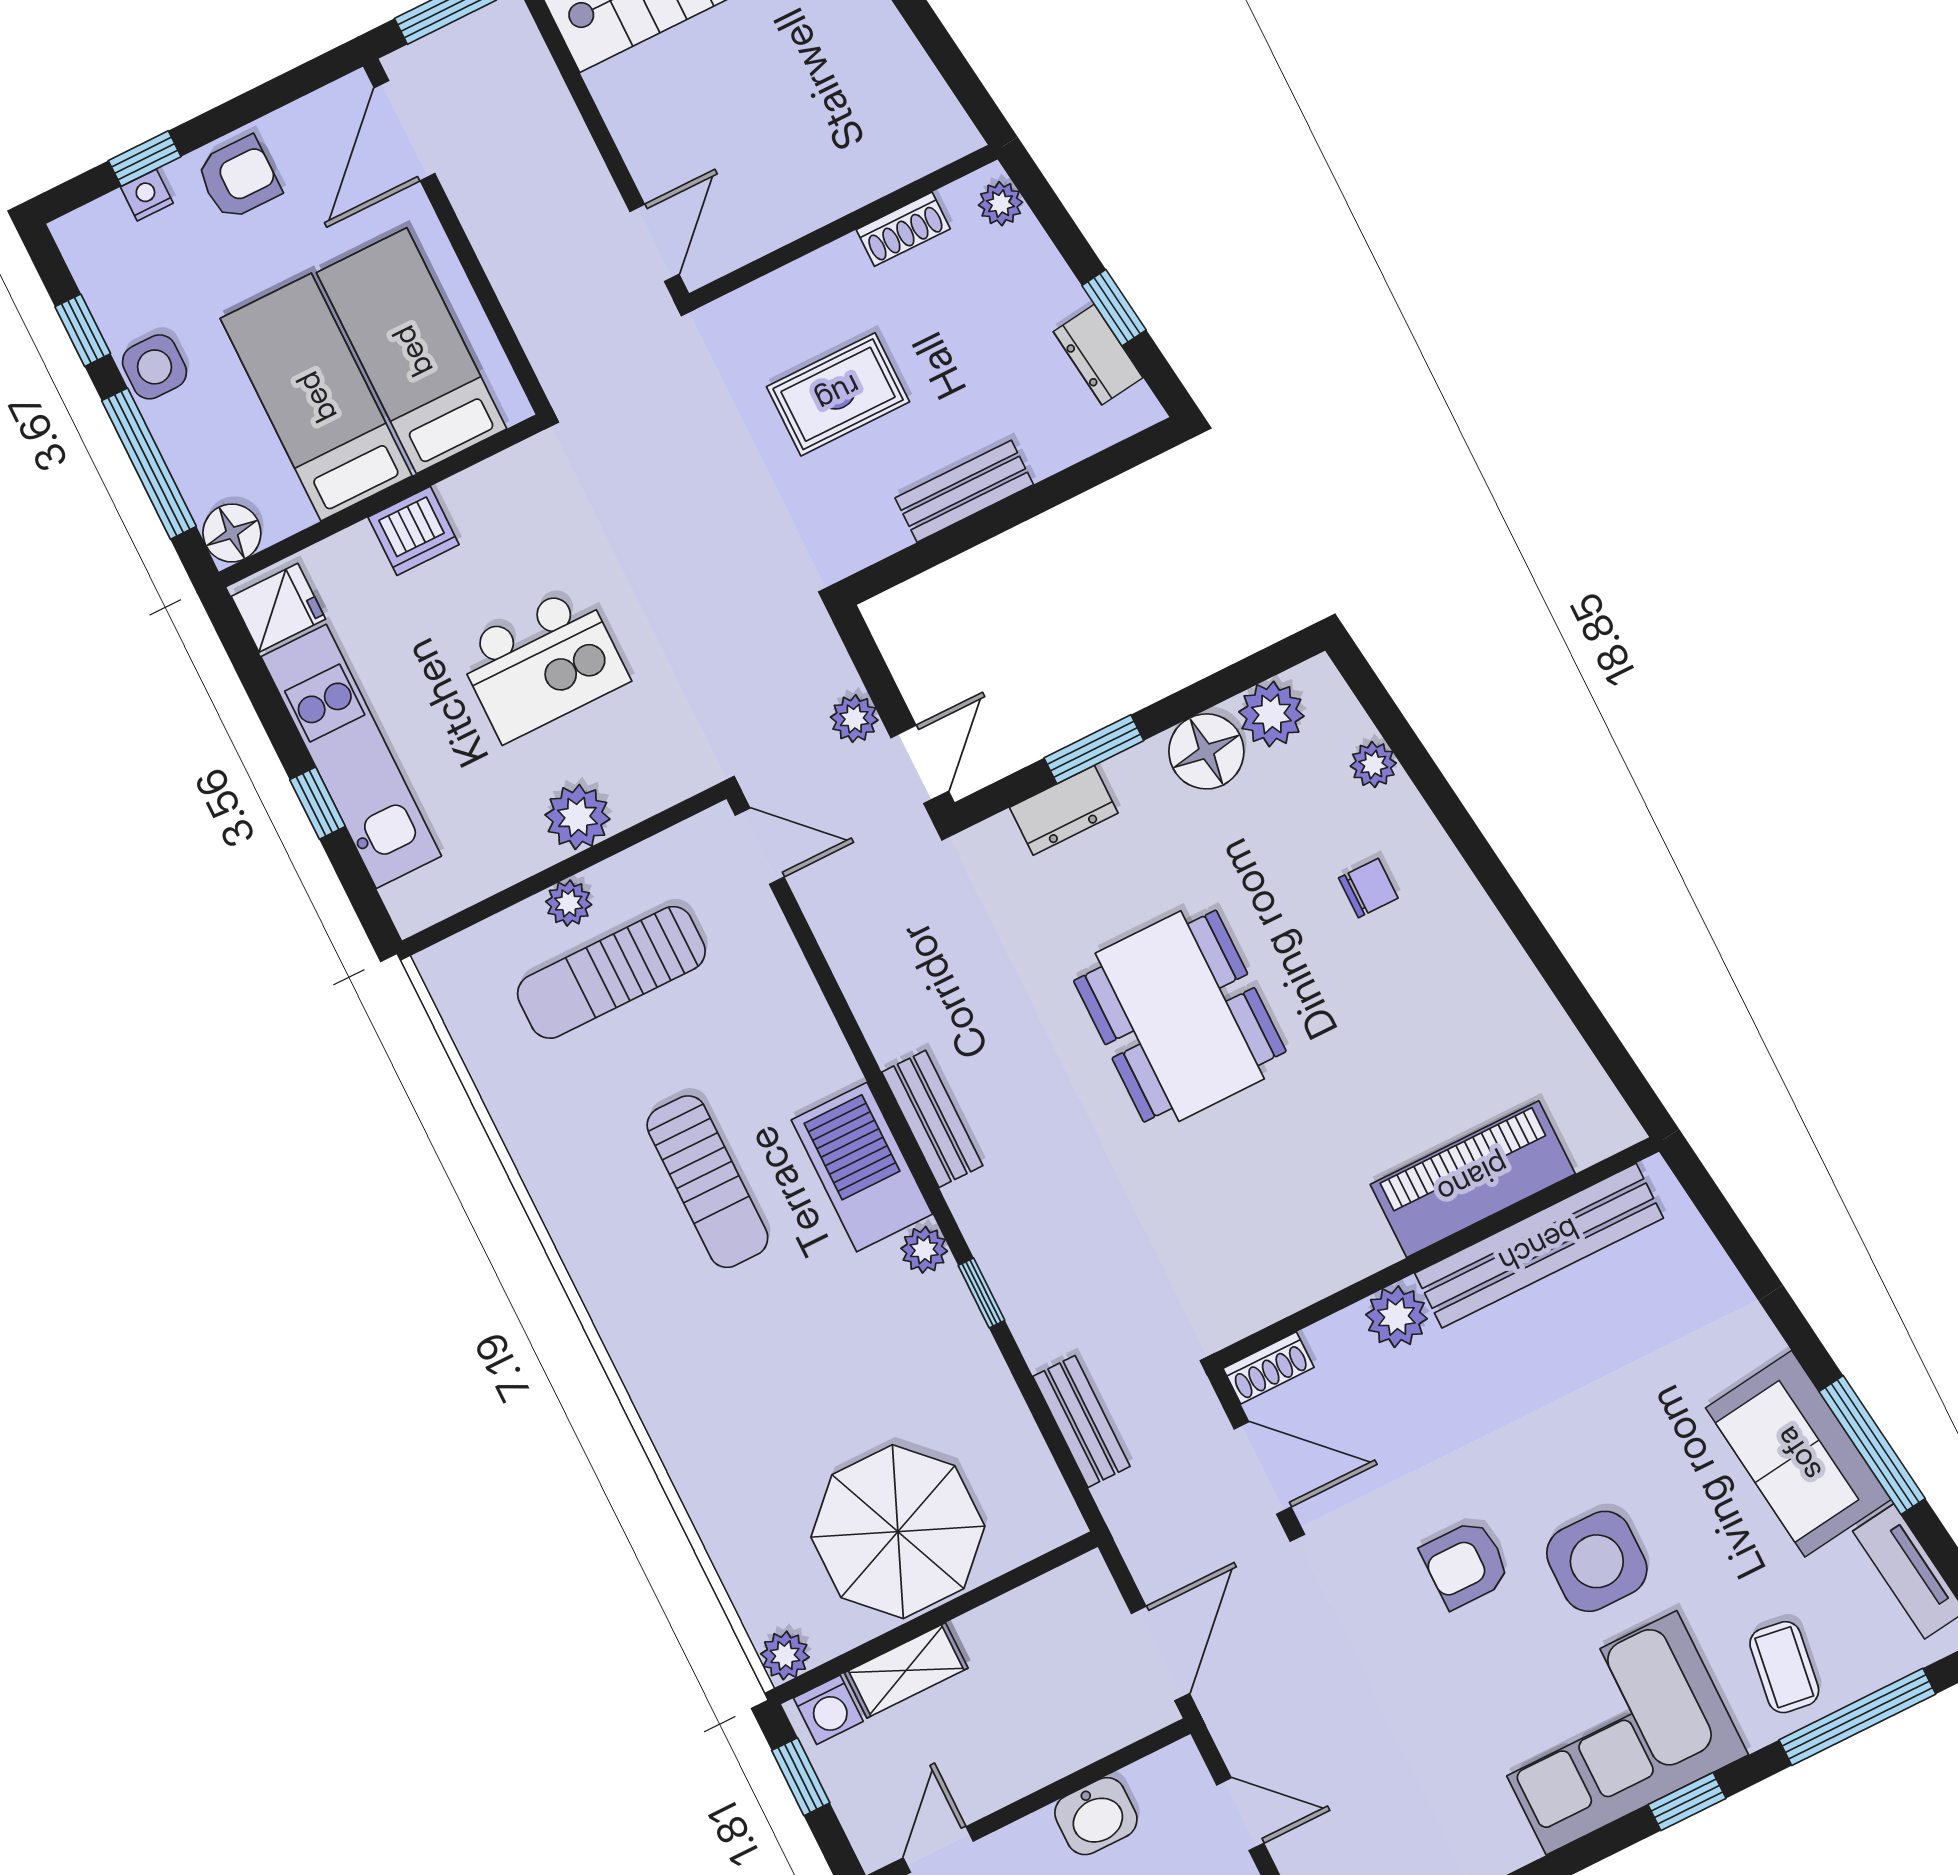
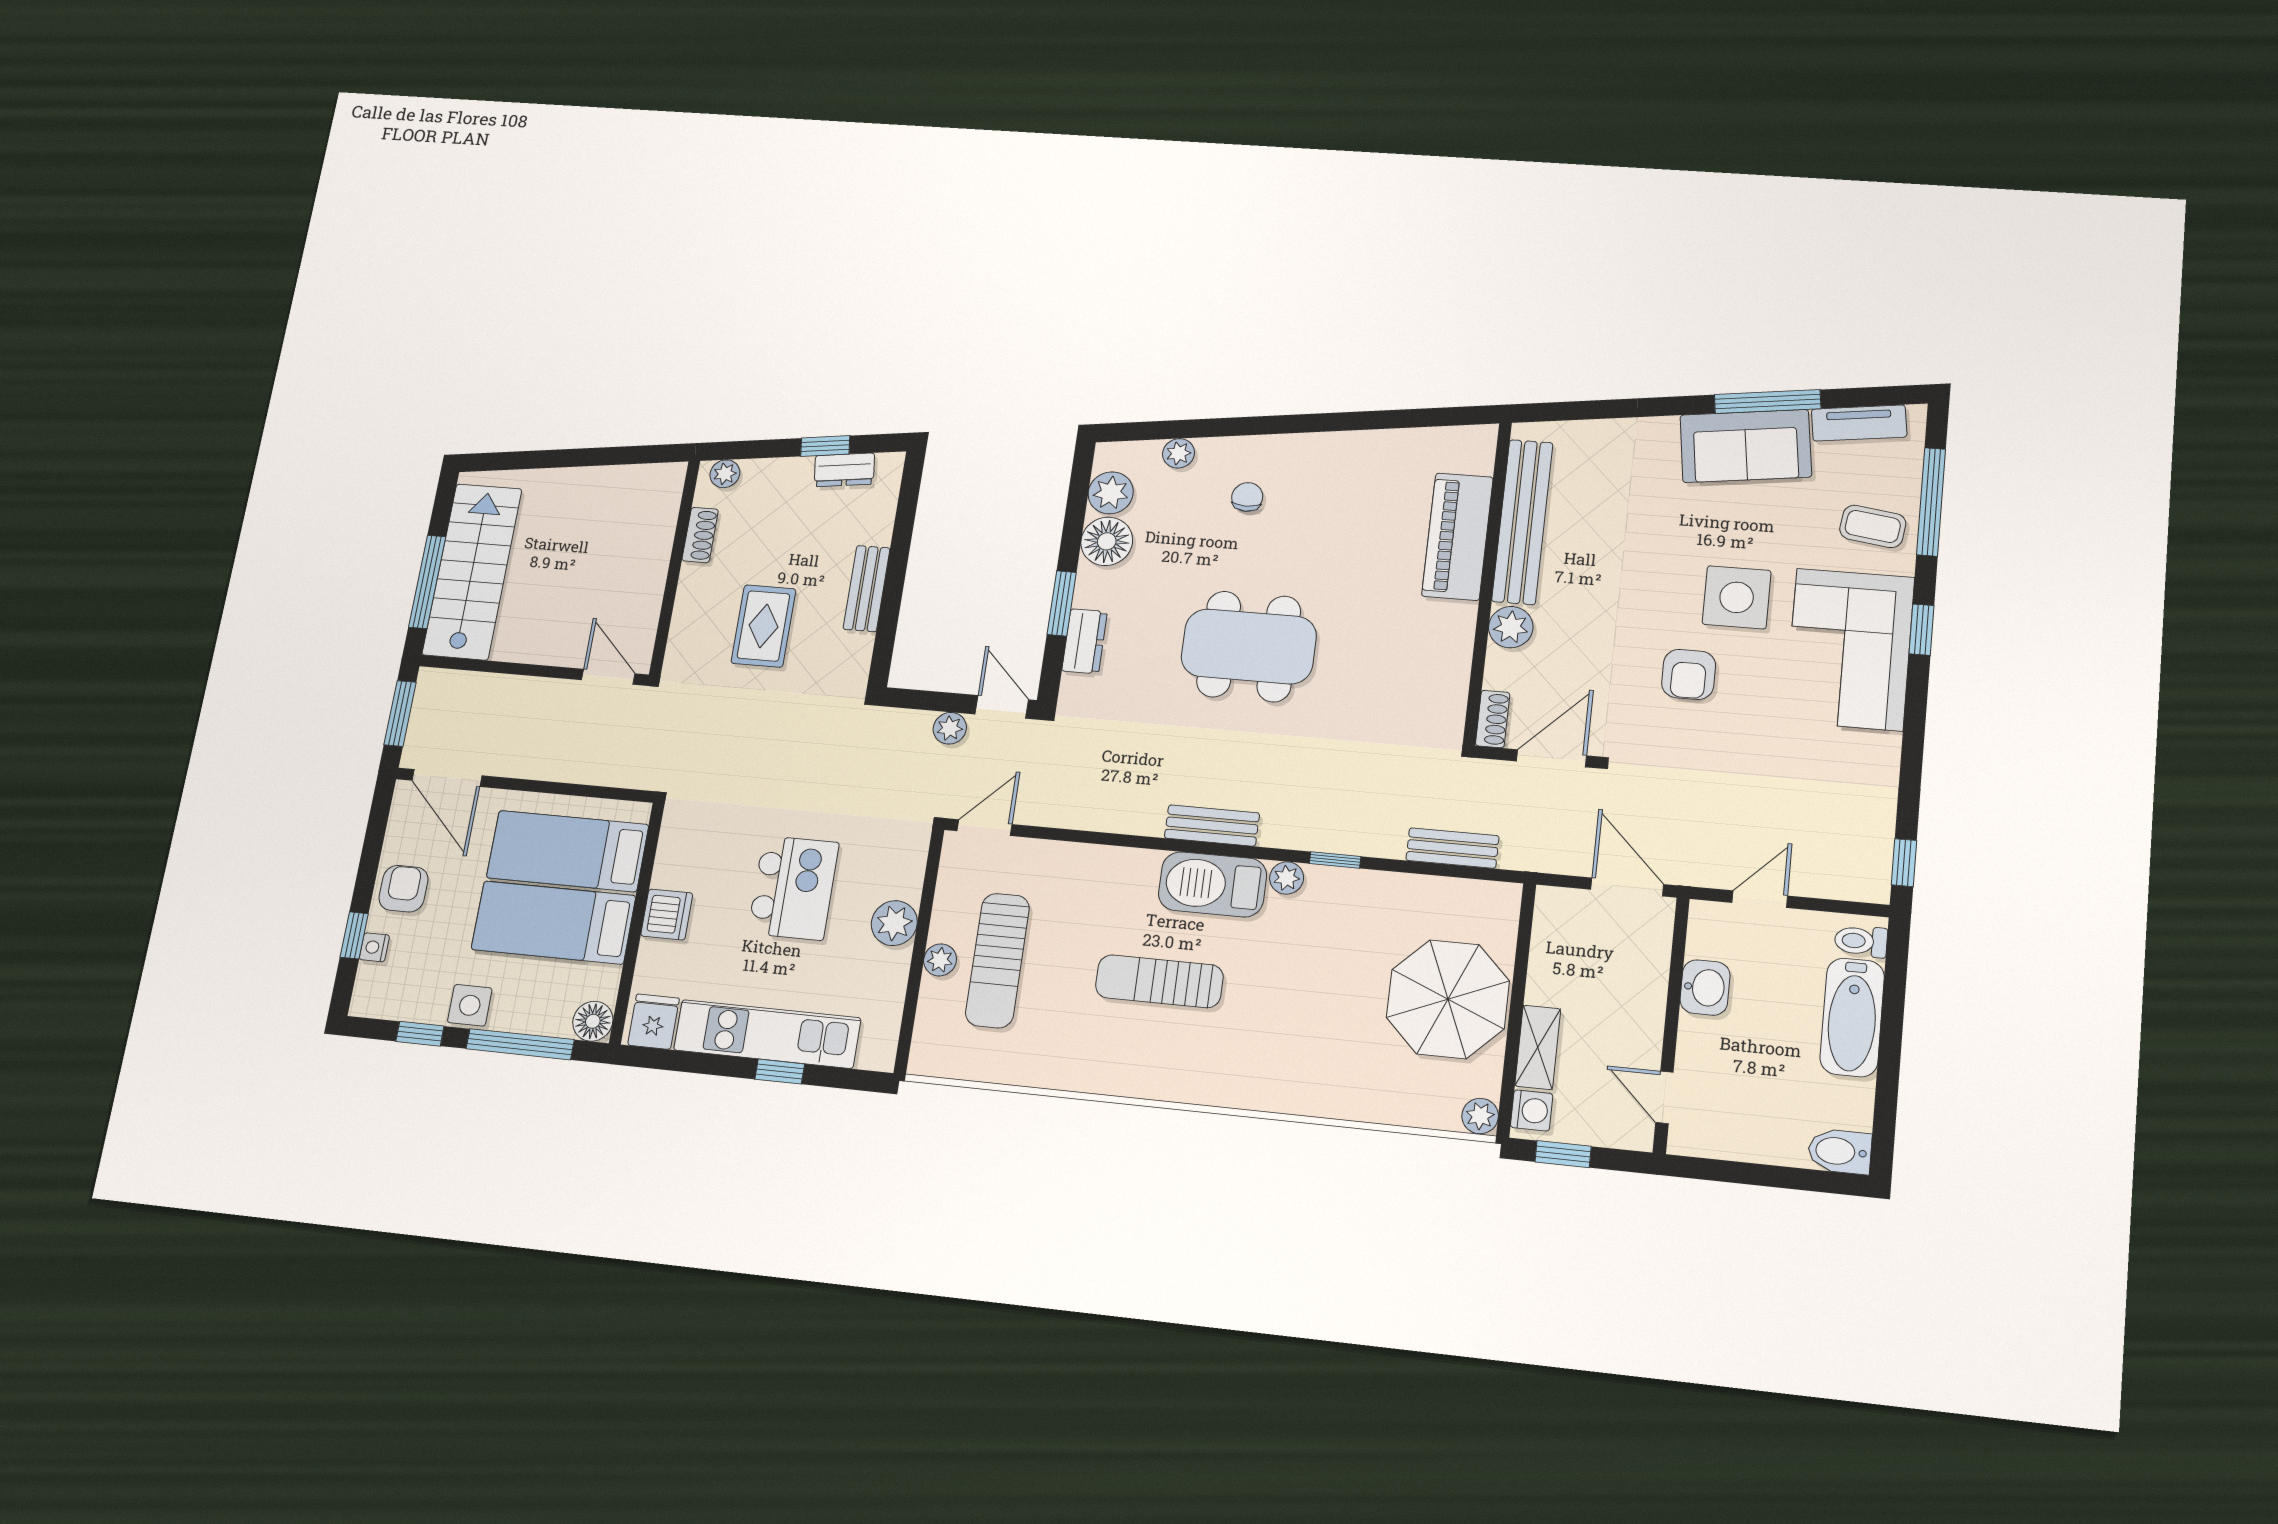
sun lounger: (707, 1182) -> (1159, 981), turned 180

